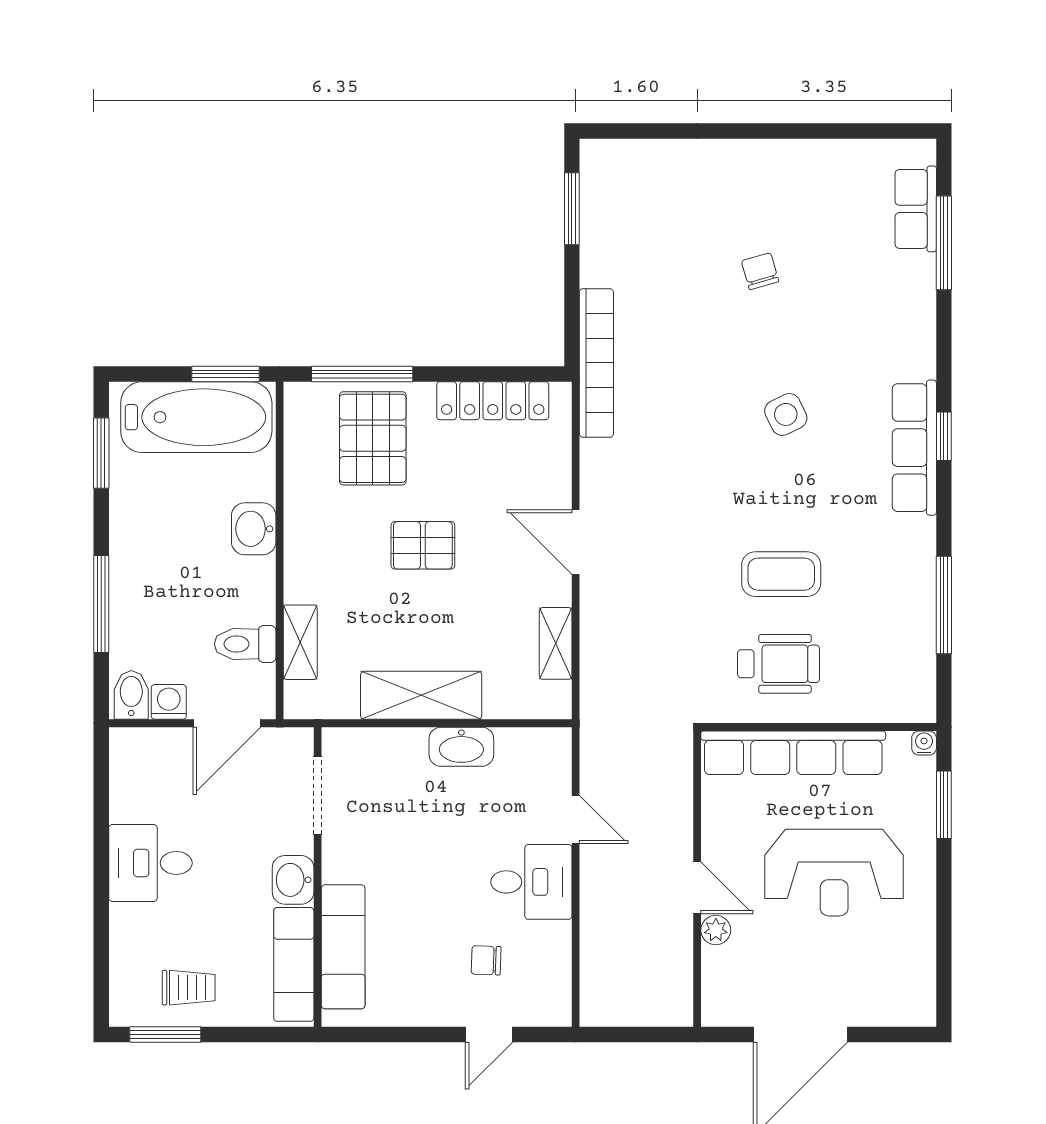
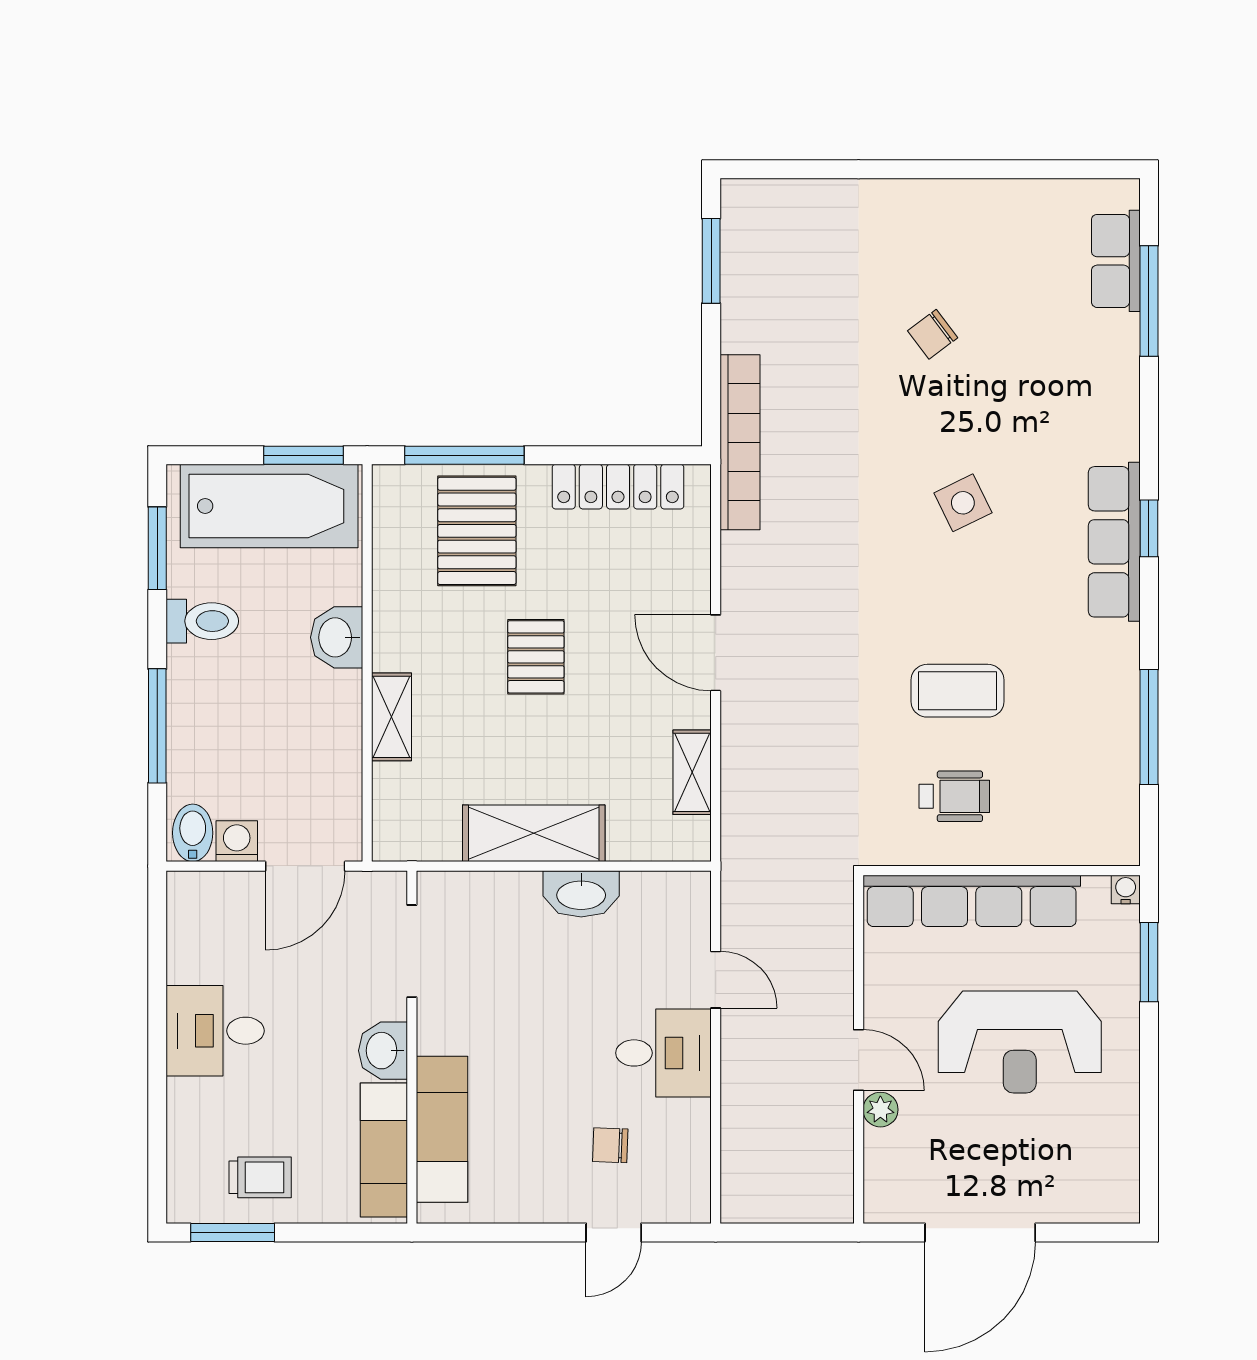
chair: (760, 271) -> (933, 334), turned -111
pallet: (423, 545) -> (536, 657), turned 90
shelving: (300, 642) -> (391, 717), moved
toilet: (245, 644) -> (202, 621), moved, turned 180
wheelchair: (778, 664) -> (954, 796), width x0.73, depth x0.73

